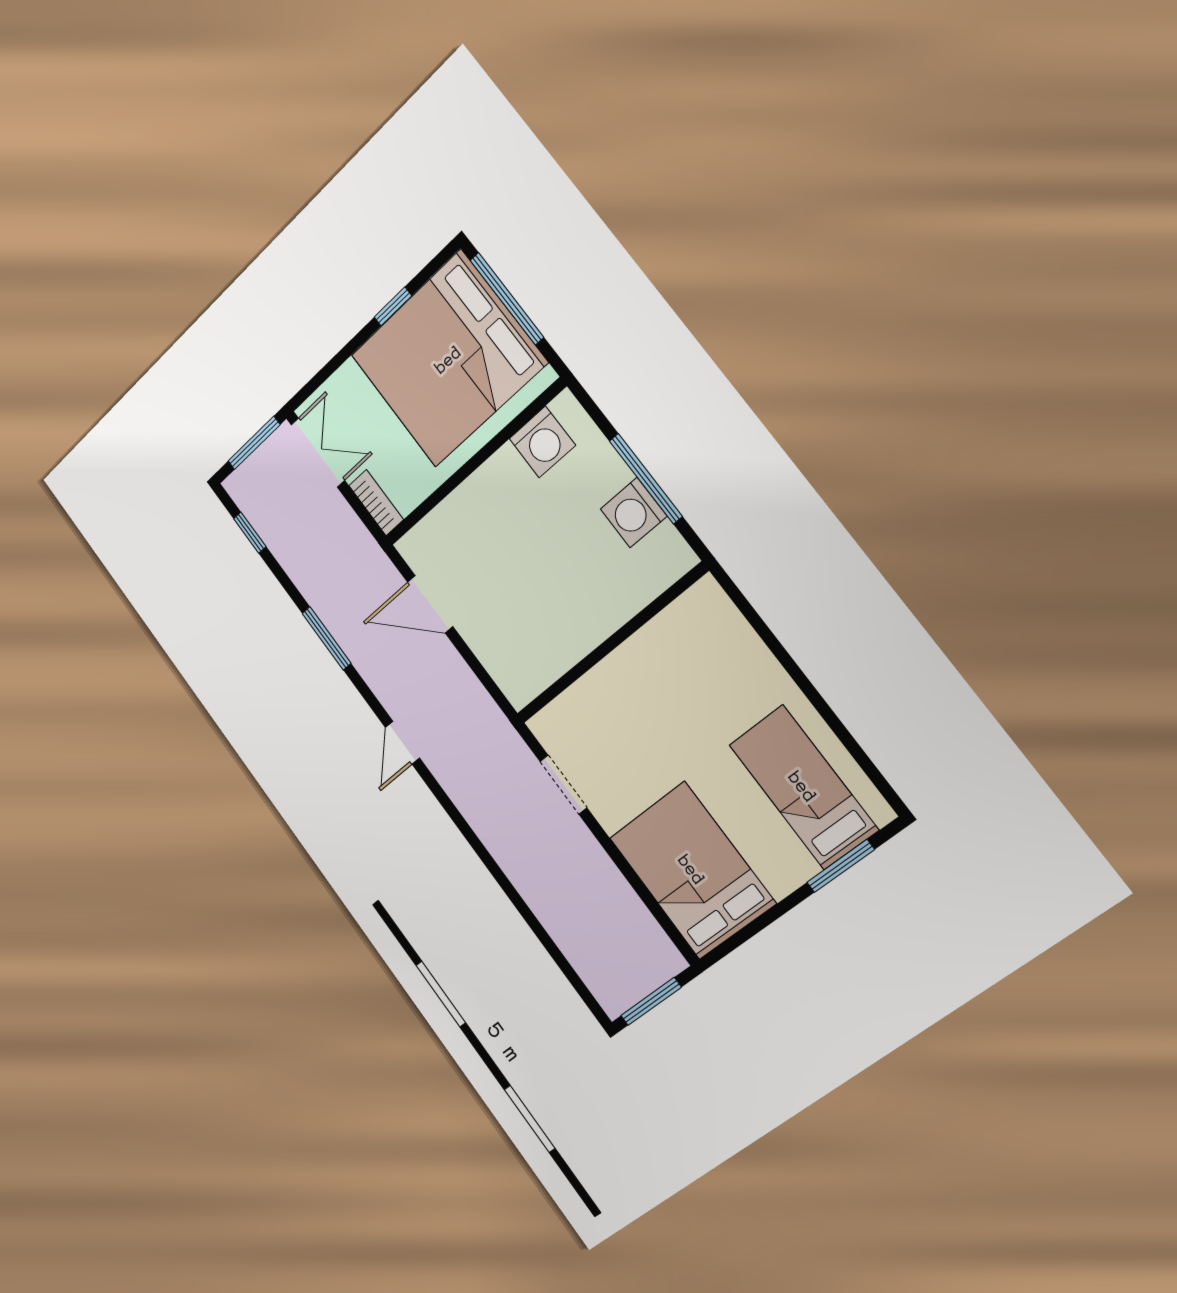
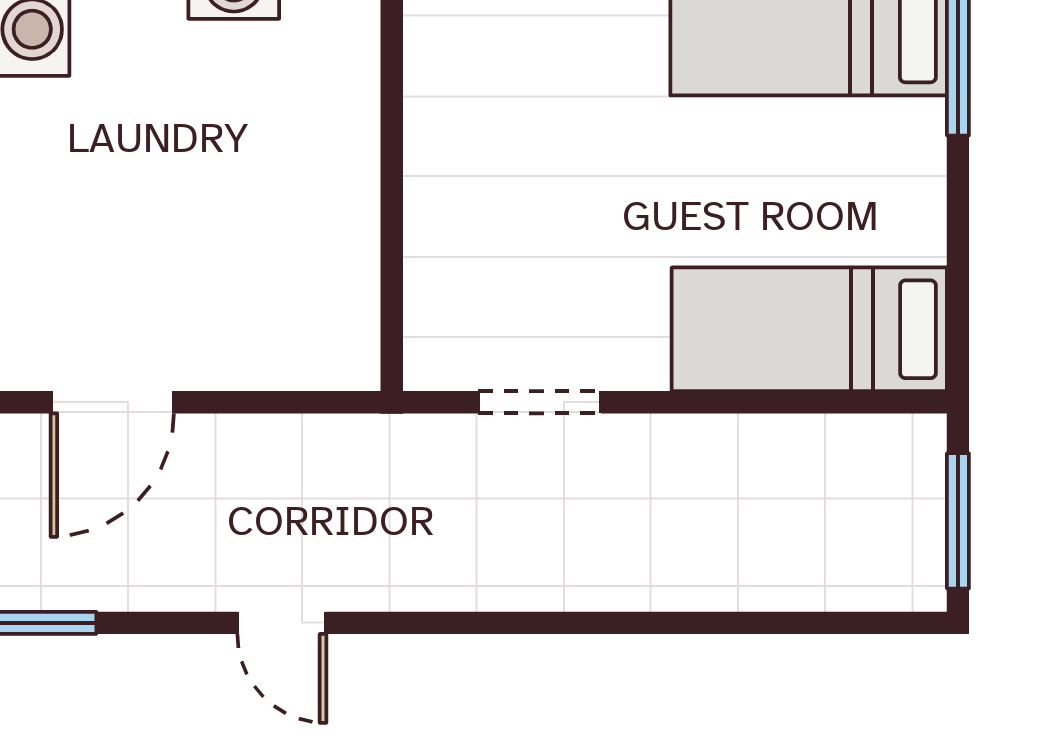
bed: (692, 870) -> (809, 329), width x0.67

